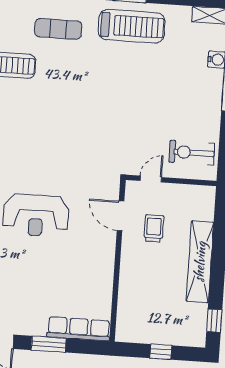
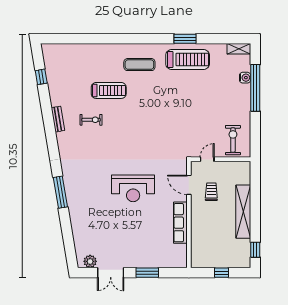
exercise bike: (192, 153) -> (233, 140), turned 90
row of seats: (79, 329) -> (180, 223), moved, turned -90

